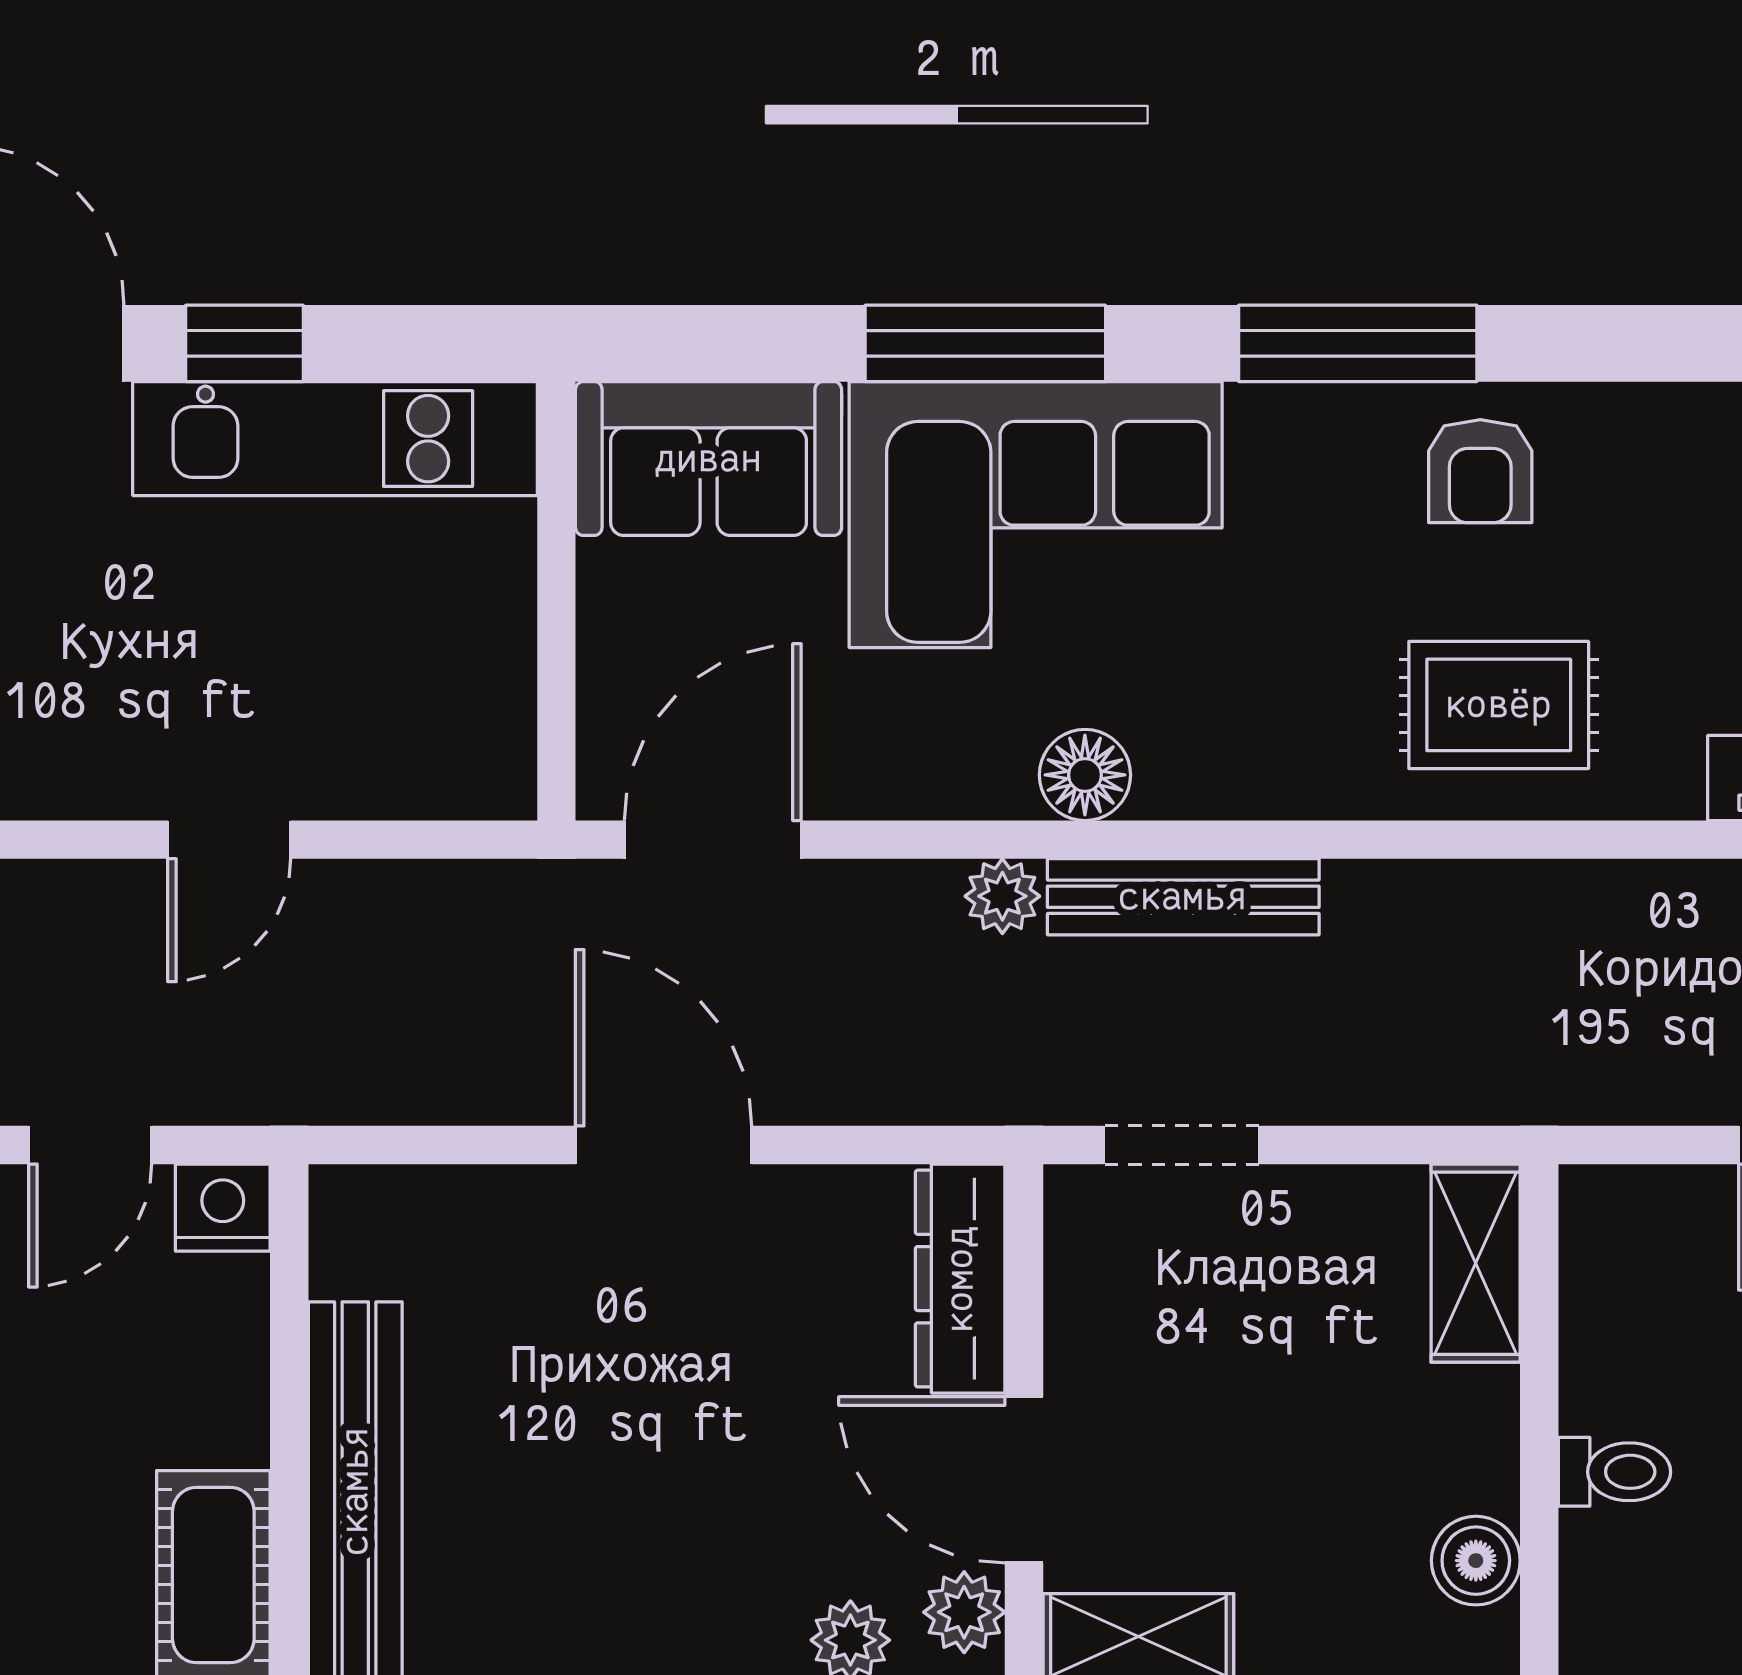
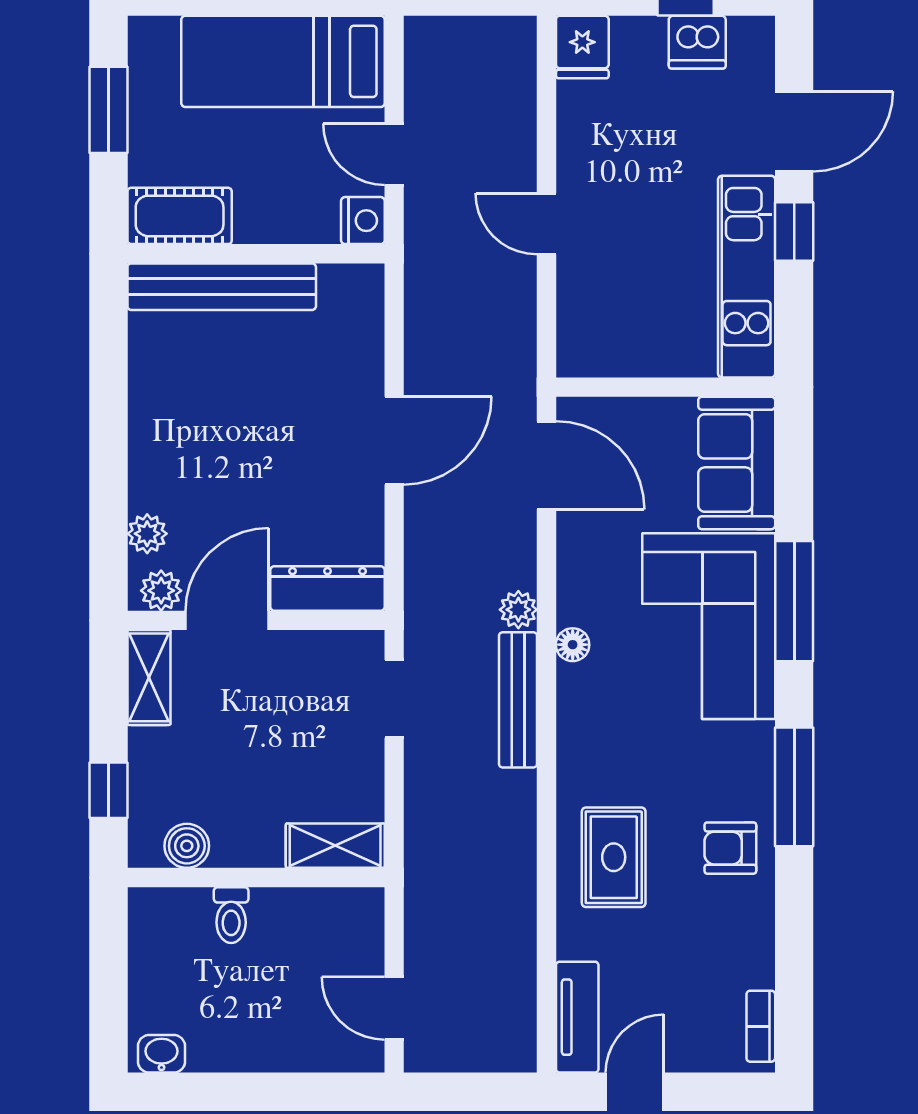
floor lamp: (1085, 775) -> (573, 645), width x0.73, depth x0.73

